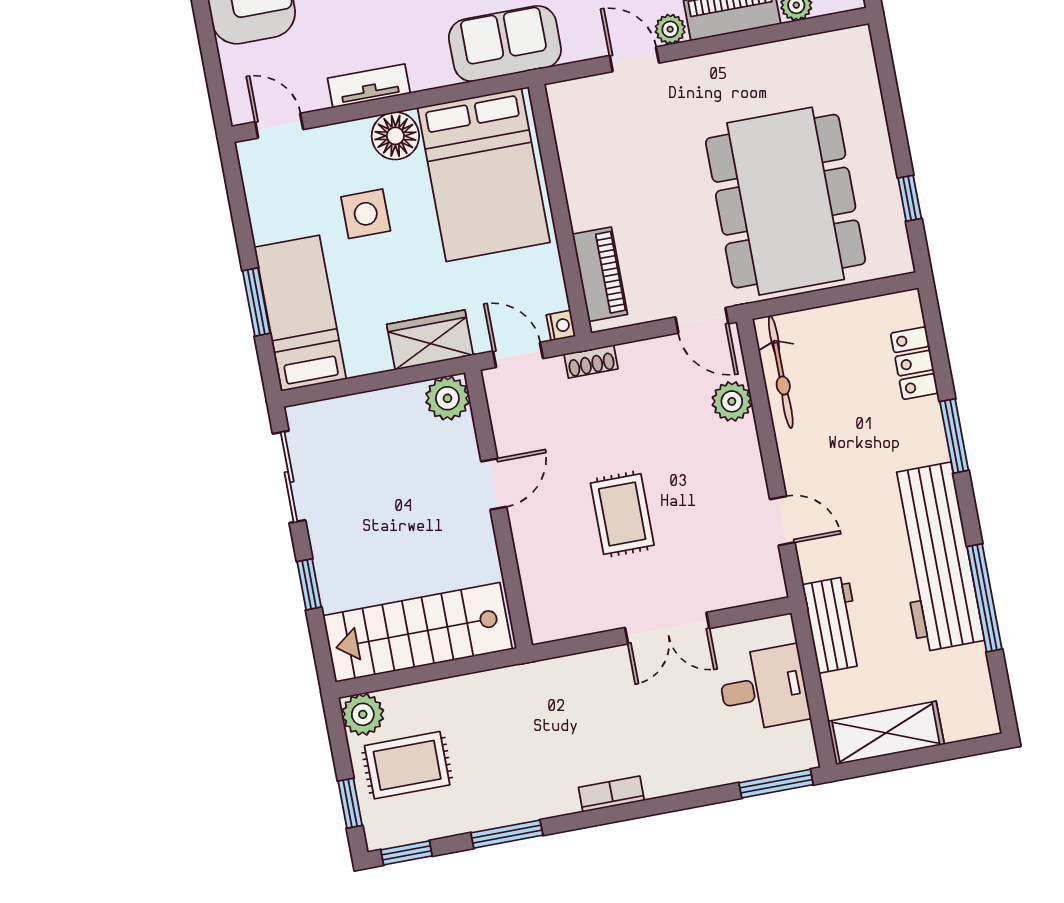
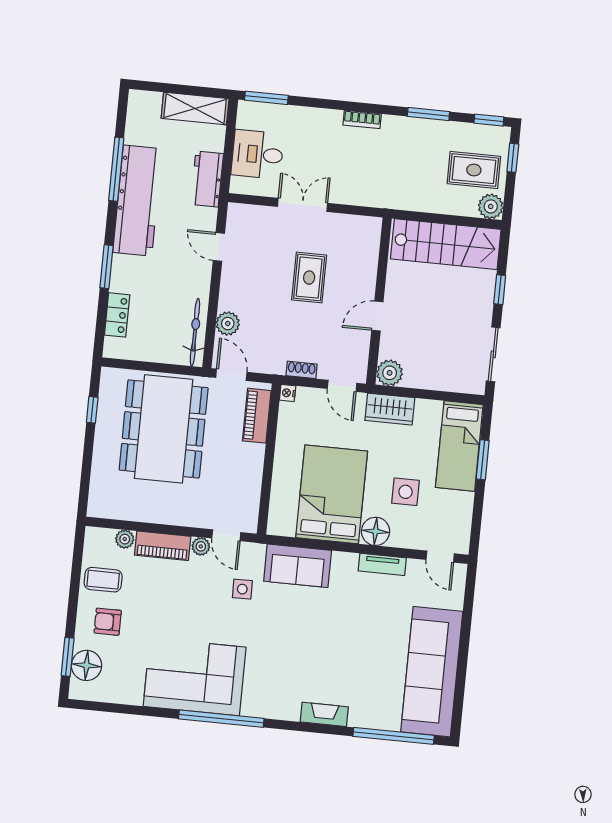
wall: (560, 210) -> (269, 459), moved
piano: (600, 274) -> (257, 416), moved
nightstand: (561, 325) -> (288, 393), moved

